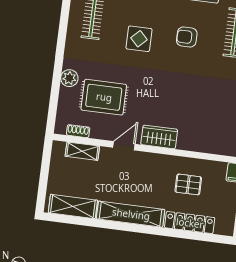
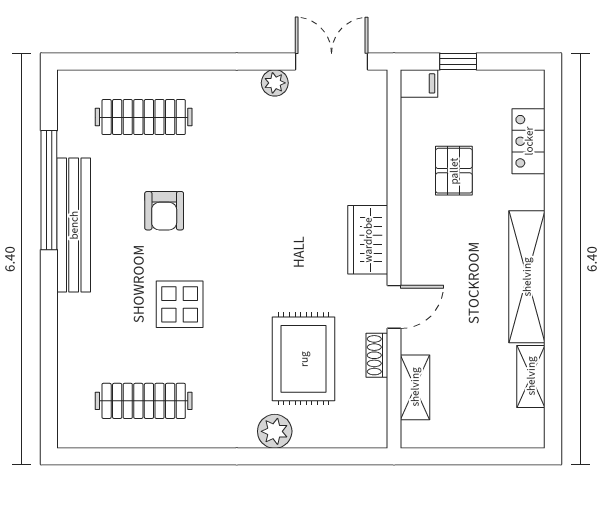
shoe rack: (78, 131) -> (377, 355), moved
door: (124, 146) -> (394, 307), swing flipped
shelving: (73, 206) -> (531, 376), width x0.67, depth x0.75
locker: (190, 223) -> (529, 141), width x0.66

